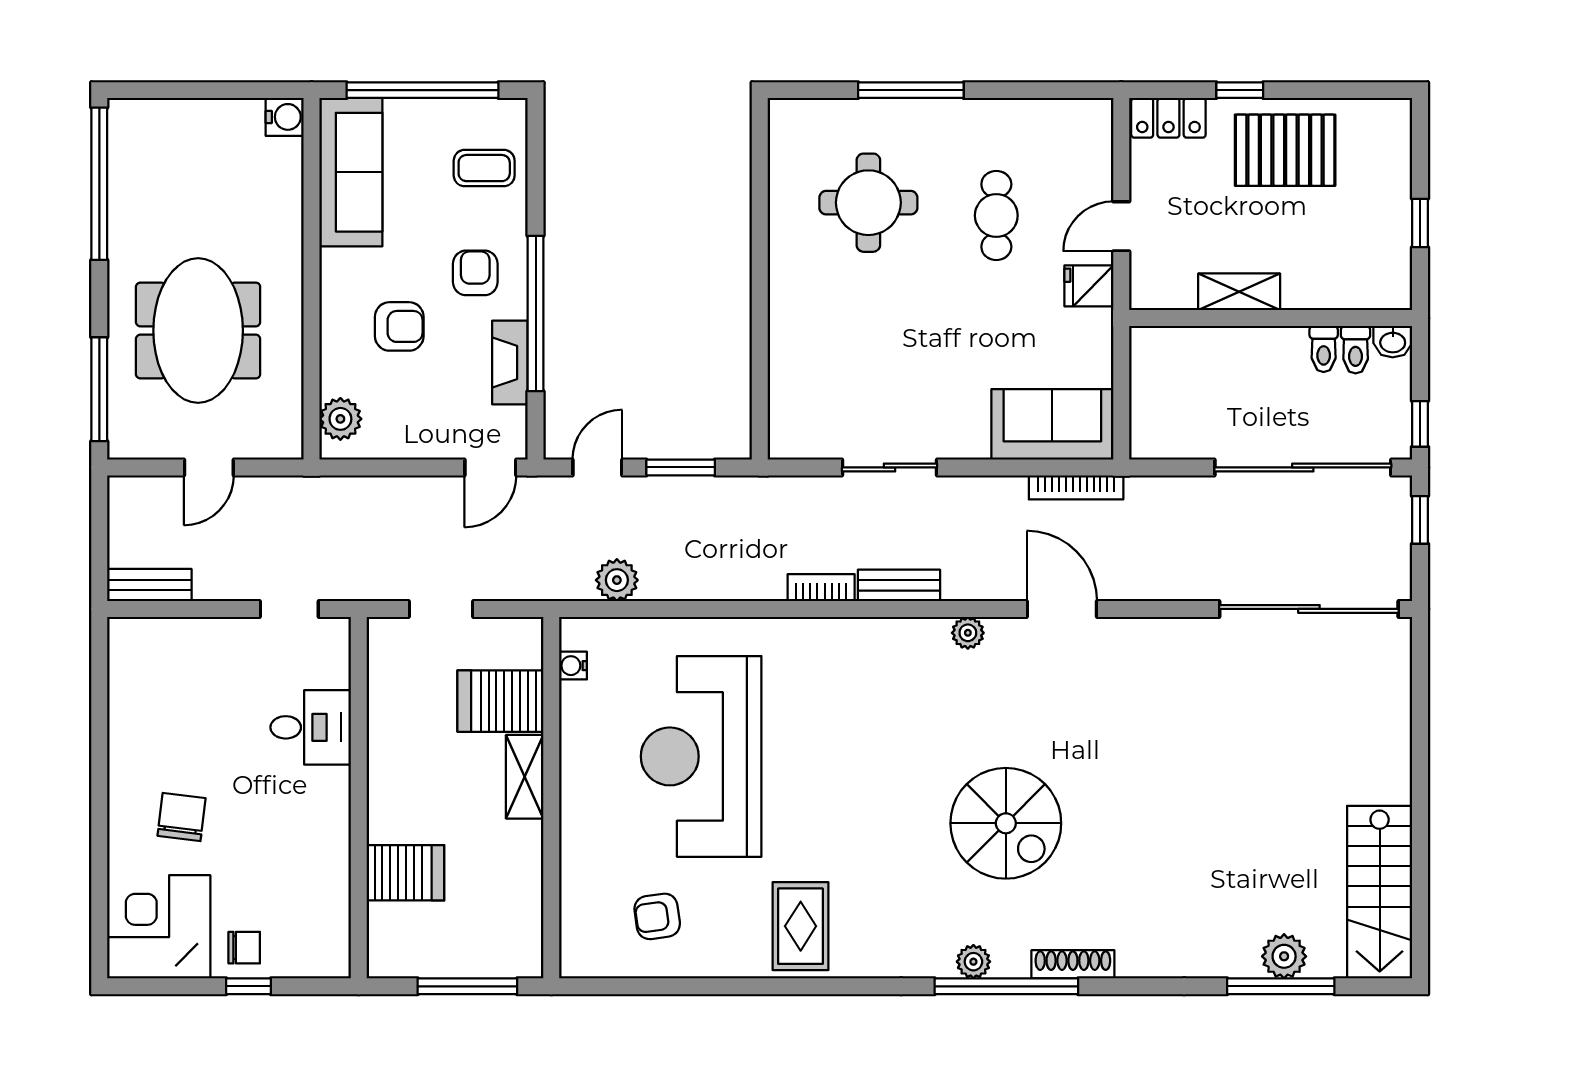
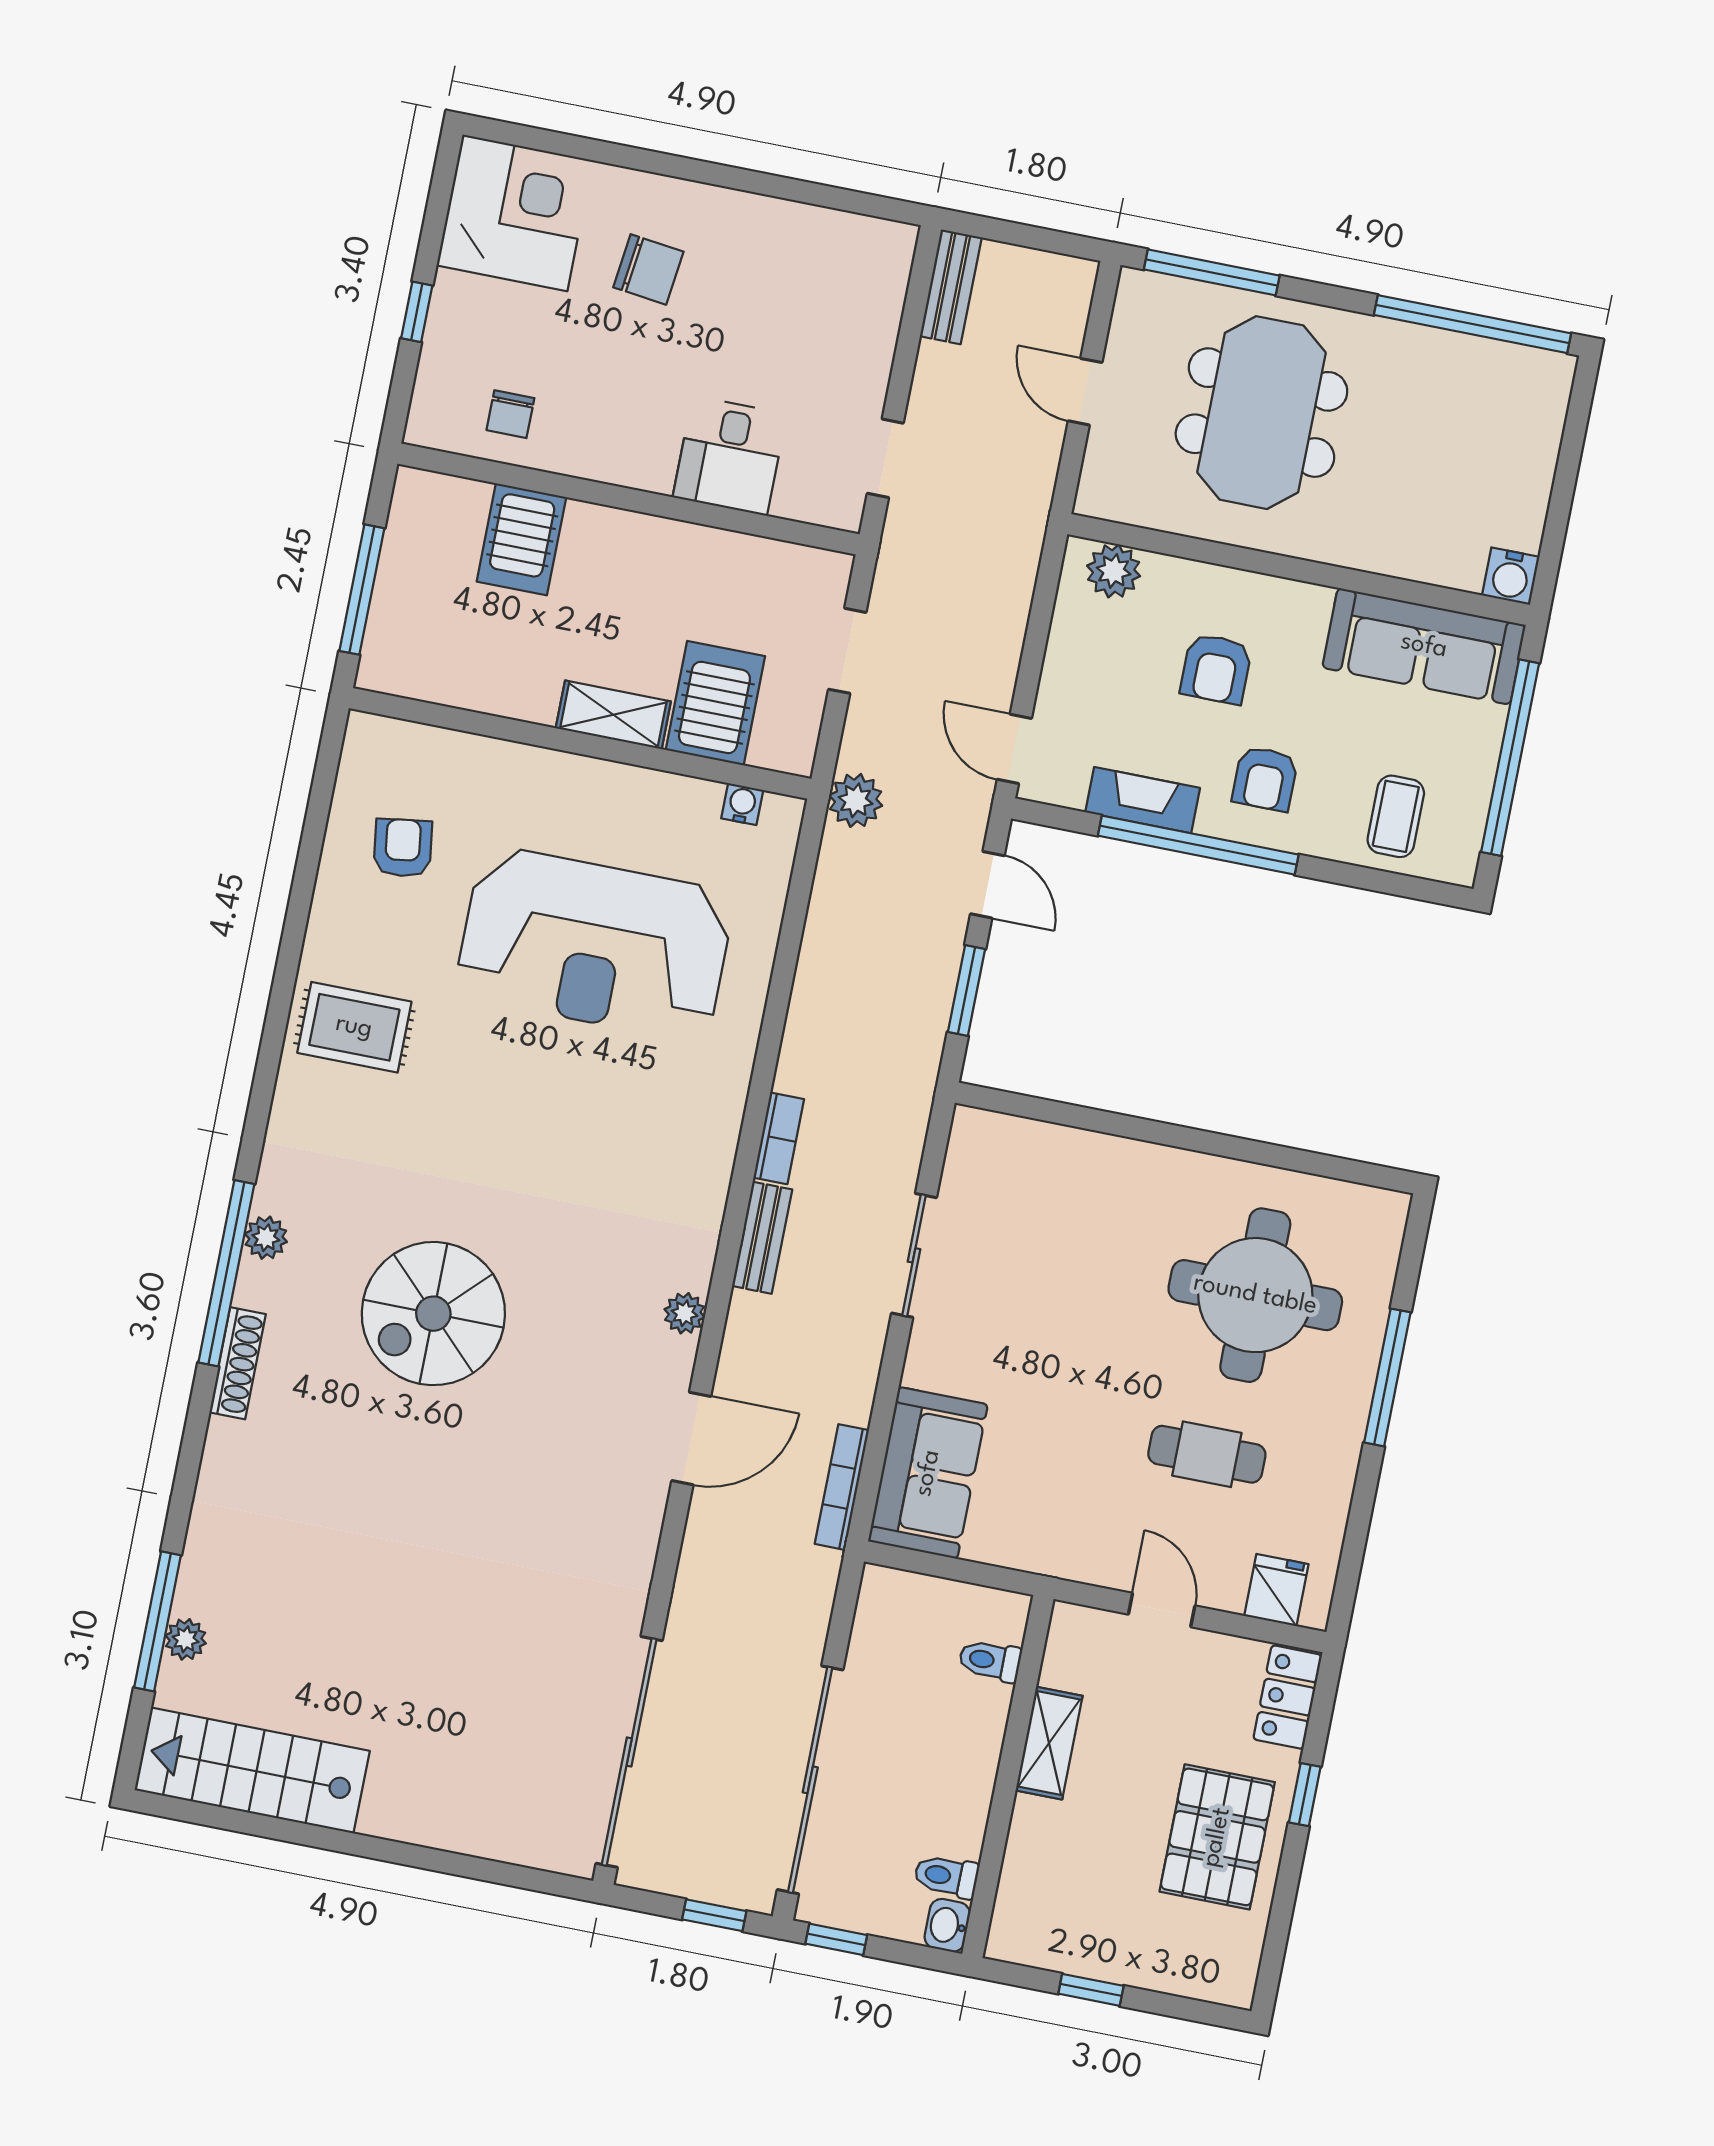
round table: (868, 203) -> (1255, 1295), width x1.36, depth x1.36
armchair: (475, 273) -> (1265, 779), turned 90
fridge: (1089, 286) -> (1276, 1590), moved
meeting table: (198, 331) -> (1261, 413), turned 90
toilet: (1324, 349) -> (990, 1661), moved
plant: (617, 580) -> (856, 800), moved
reception desk: (701, 756) -> (595, 944), turned 180
chair: (244, 948) -> (510, 414), moved
plant: (1284, 956) -> (186, 1639), width x0.73, depth x0.73

